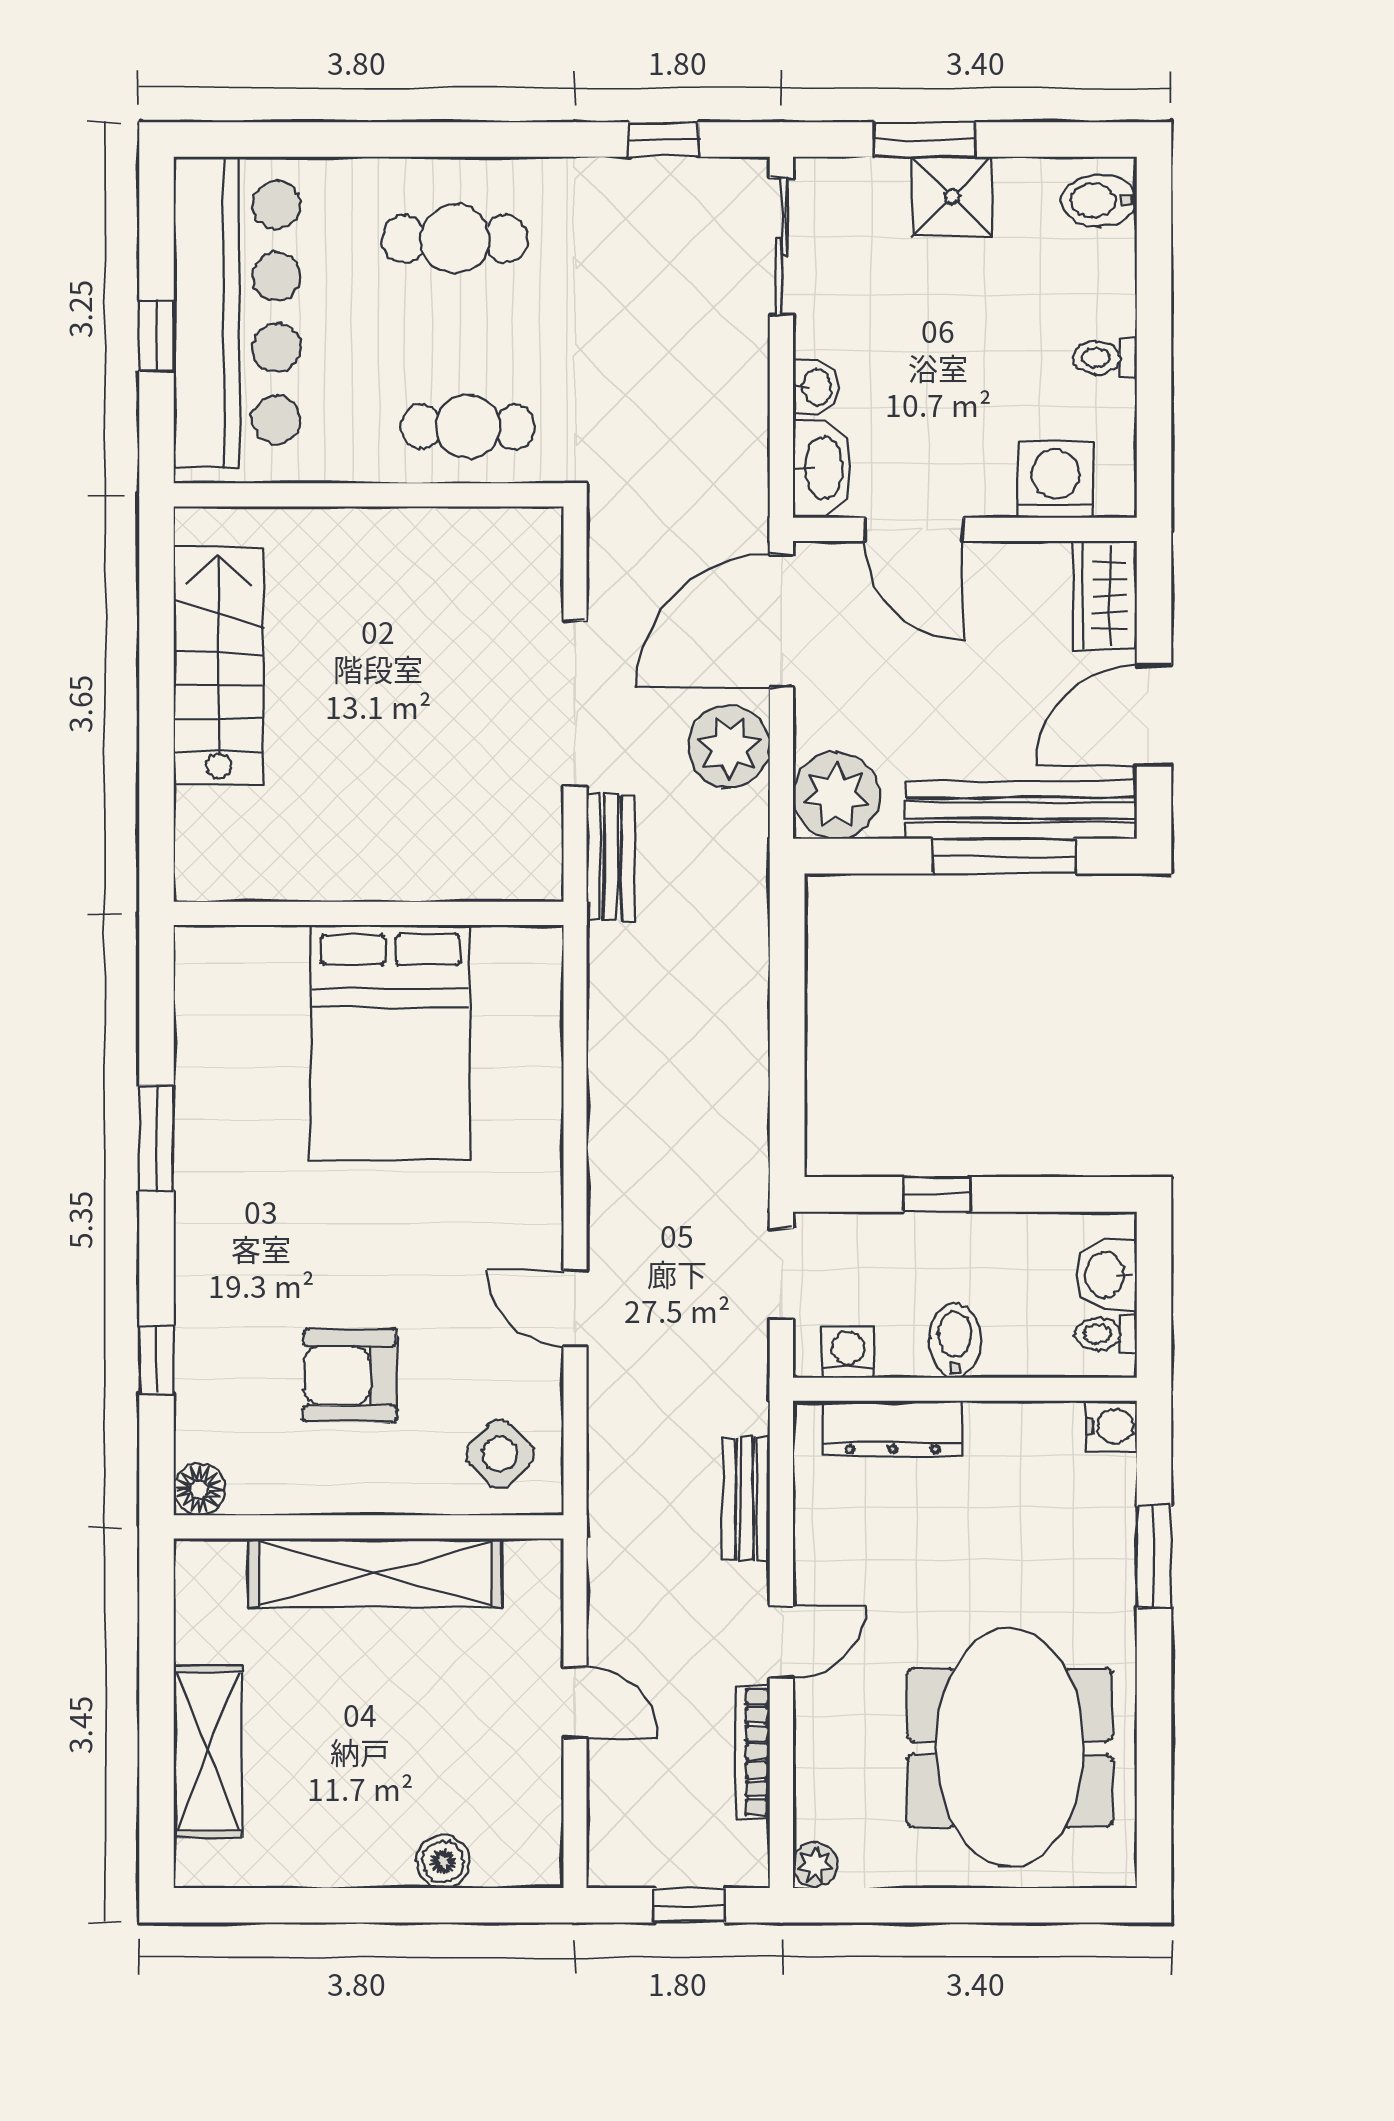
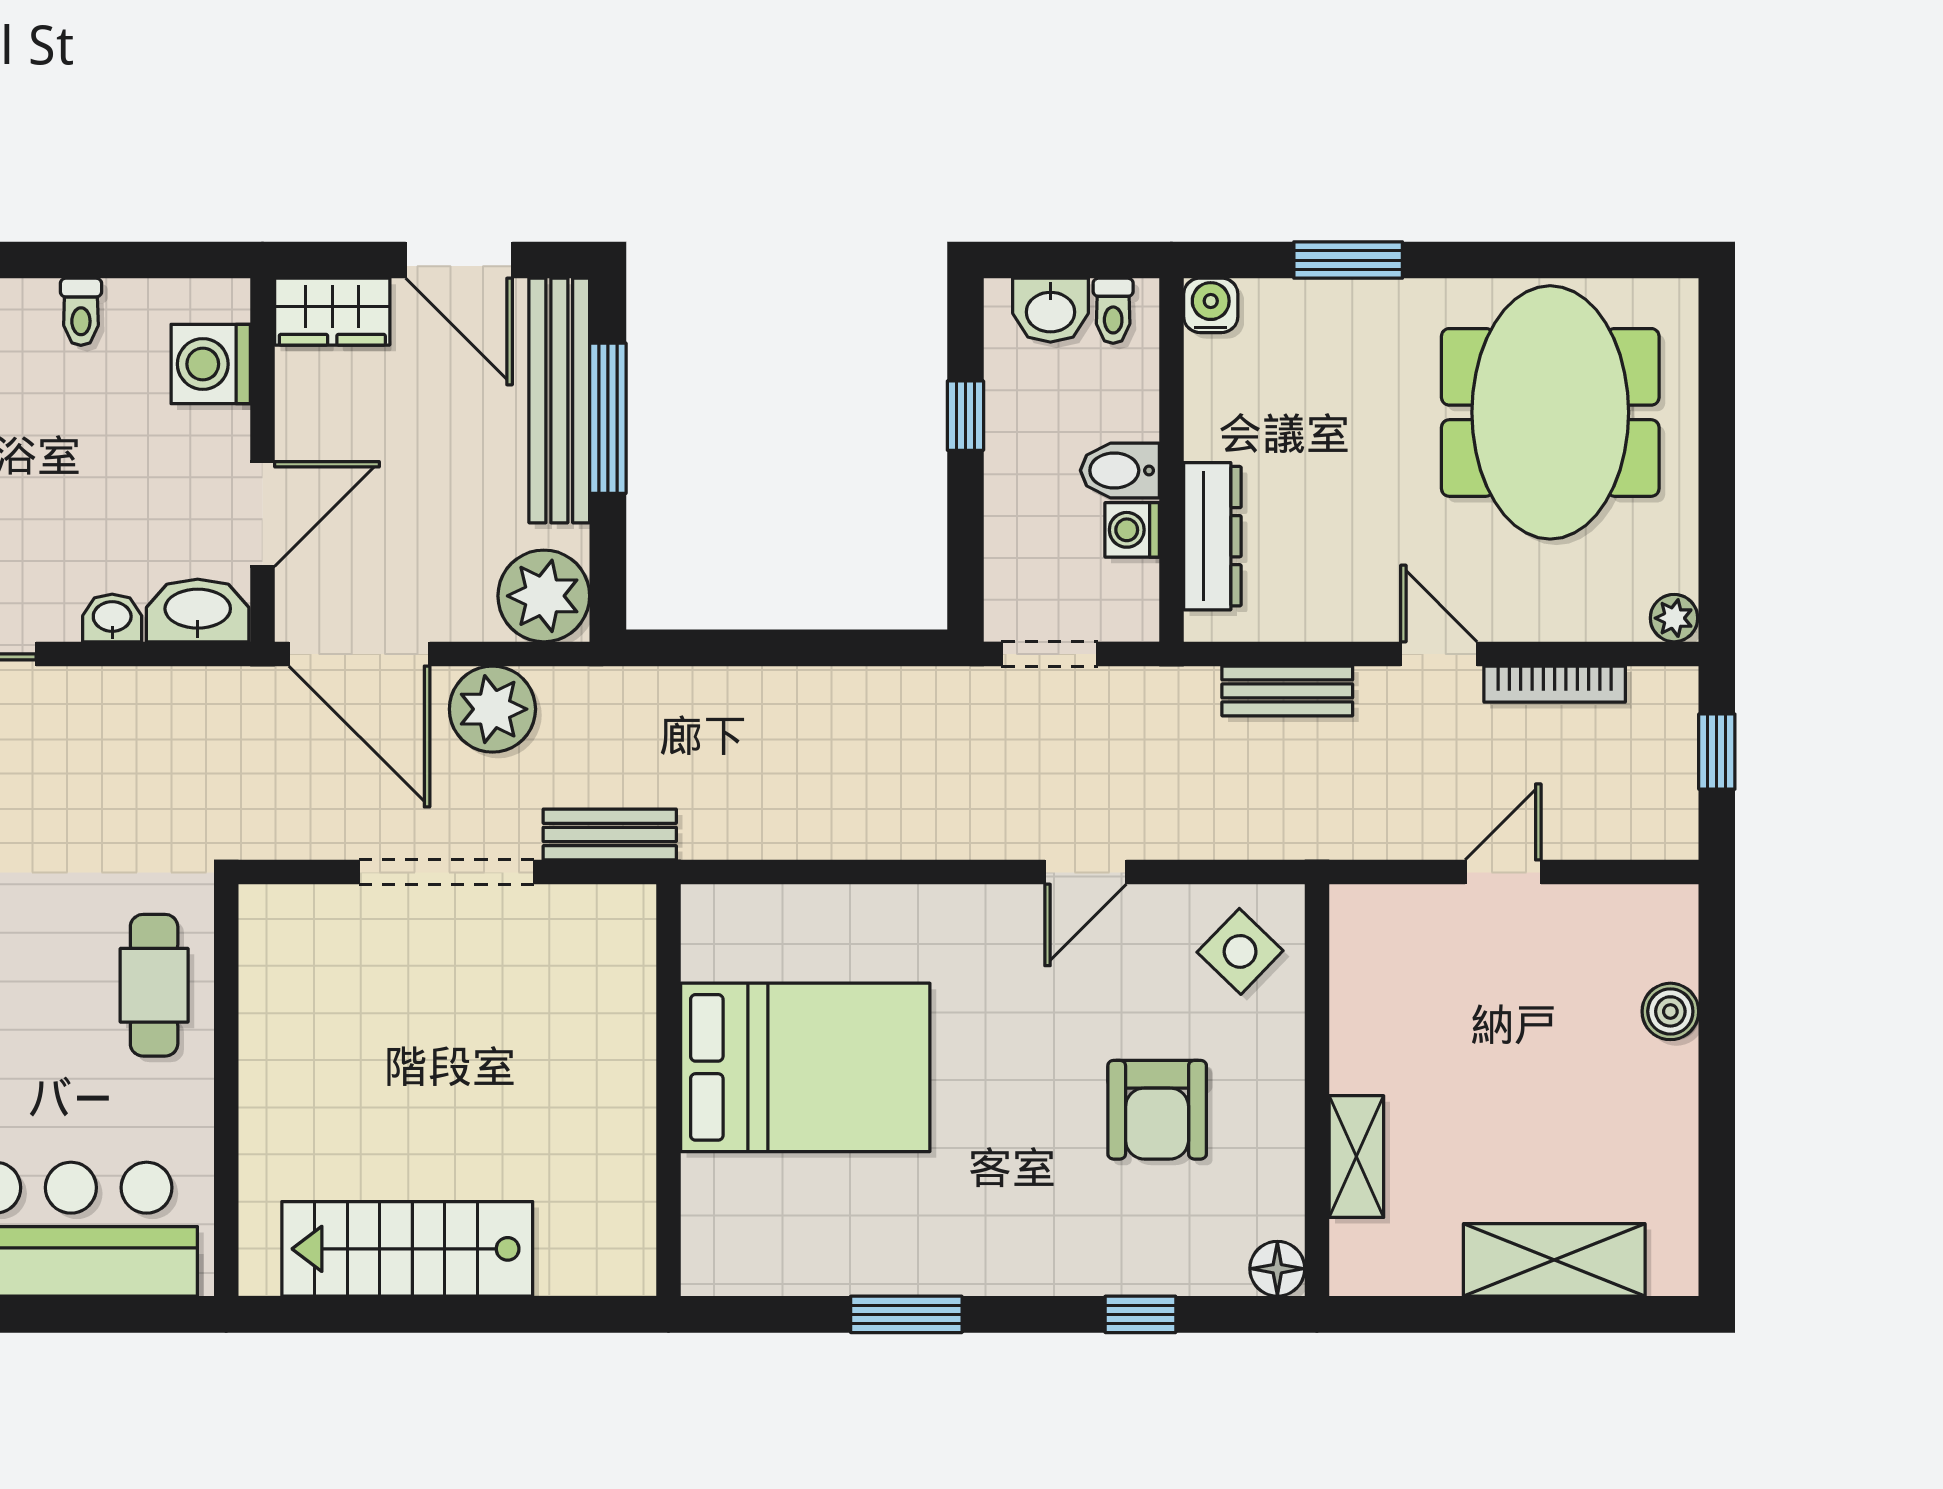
window: (156, 336) -> (58, 1314), removed
window: (937, 1194) -> (965, 416), moved
washing machine: (848, 1352) -> (1132, 530), moved
shelving: (375, 1573) -> (1356, 1157), width x0.45, depth x0.75
meeting table: (1010, 1748) -> (1550, 412), turned 90

